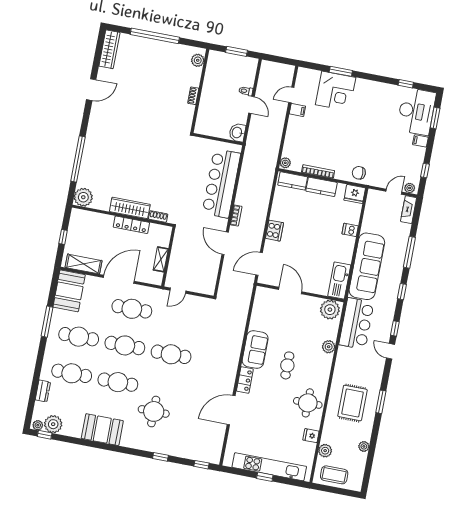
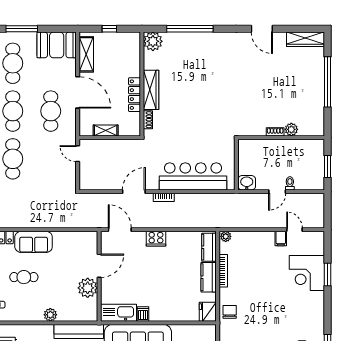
plant: (198, 60) -> (291, 129), moved
dishwasher: (350, 230) -> (143, 314), moved
plant: (330, 310) -> (88, 288), moved

